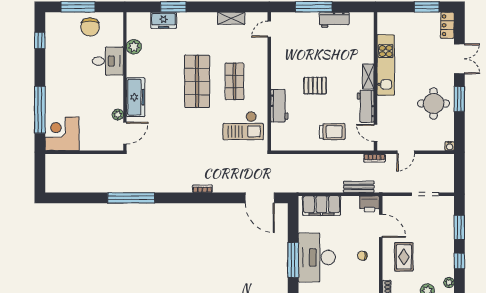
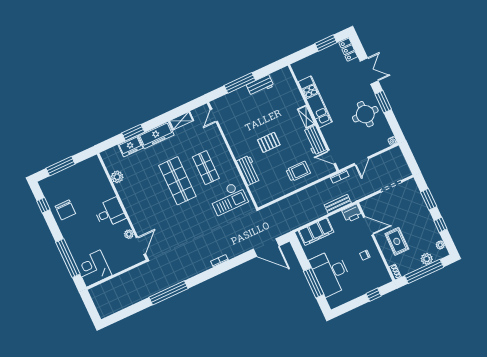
chair: (90, 27) -> (65, 210), moved
desk: (108, 61) -> (110, 213), moved
freezer: (136, 97) -> (156, 135), moved, turned 90

